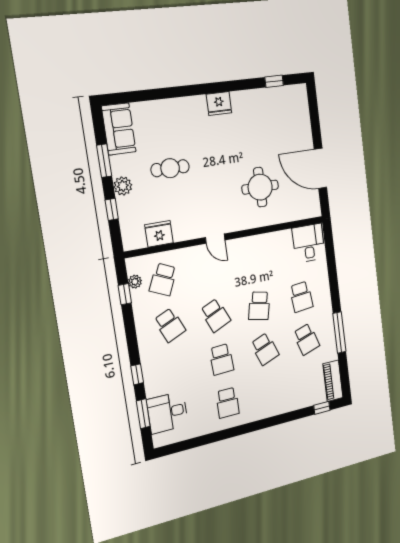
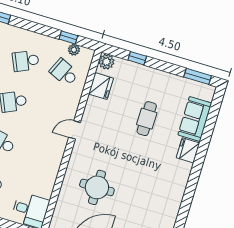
fridge: (219, 103) -> (188, 150), moved
sofa: (119, 129) -> (195, 119), moved, turned 90
window: (104, 161) -> (198, 76), moved
plant: (123, 186) -> (106, 62), moved

